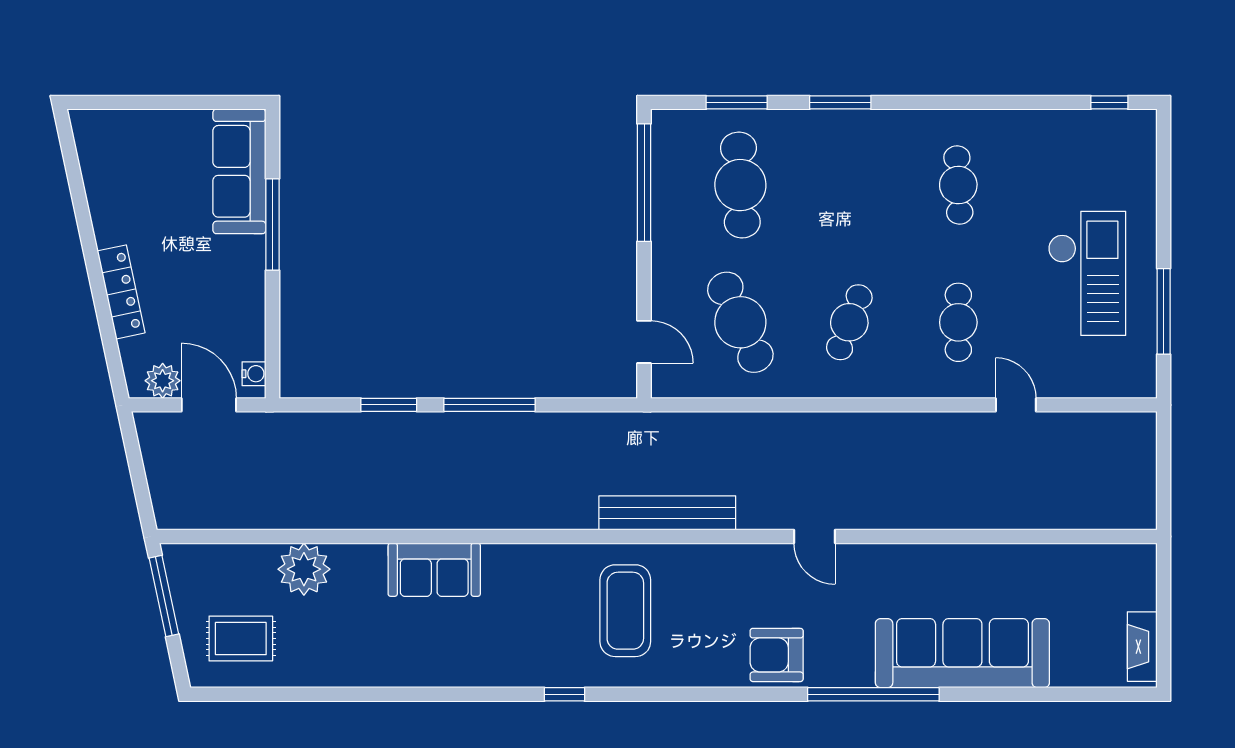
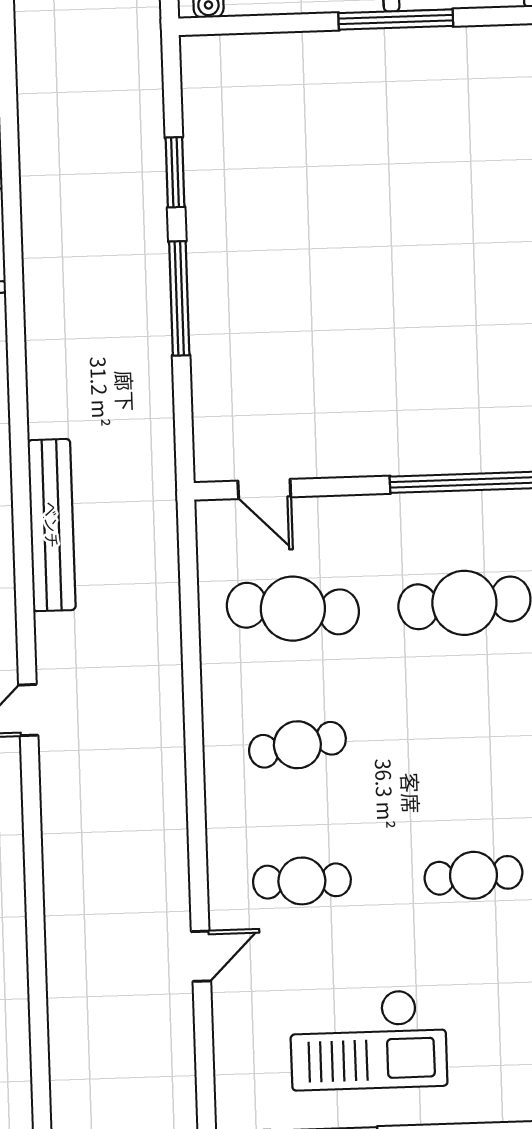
cafe table: (740, 322) -> (293, 609), turned 30
cafe table: (849, 322) -> (297, 745), turned -30
door: (644, 342) -> (264, 489), hinge flipped

